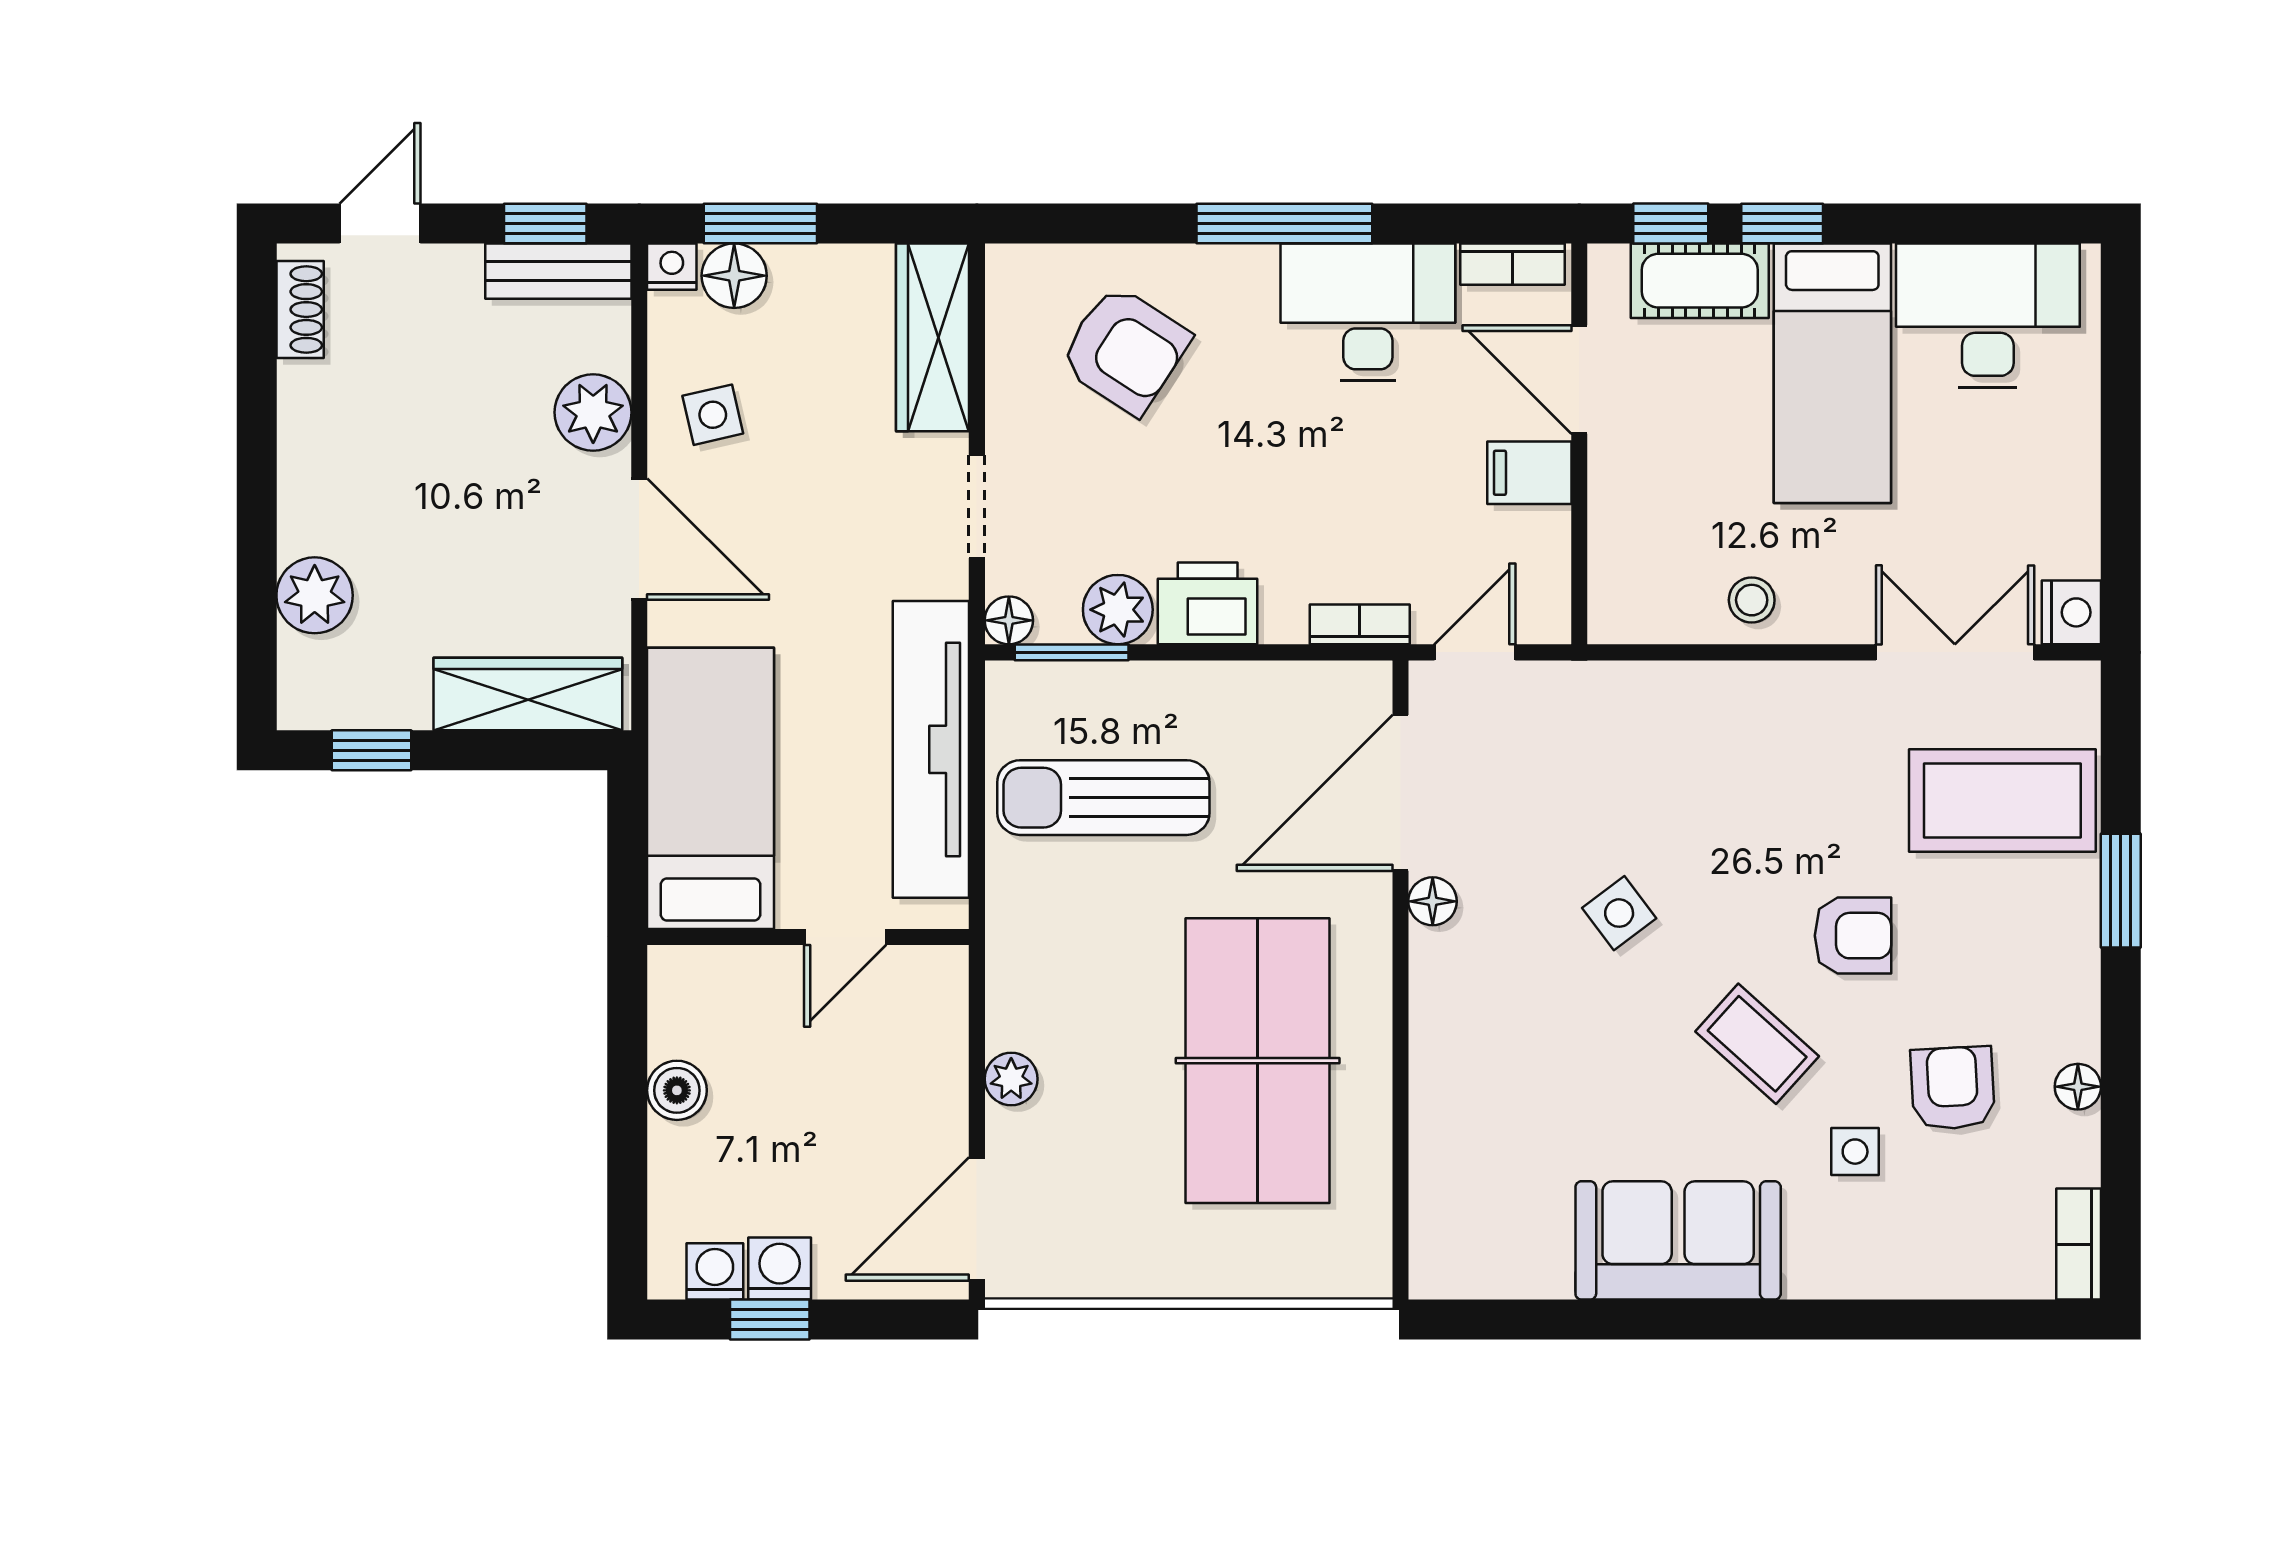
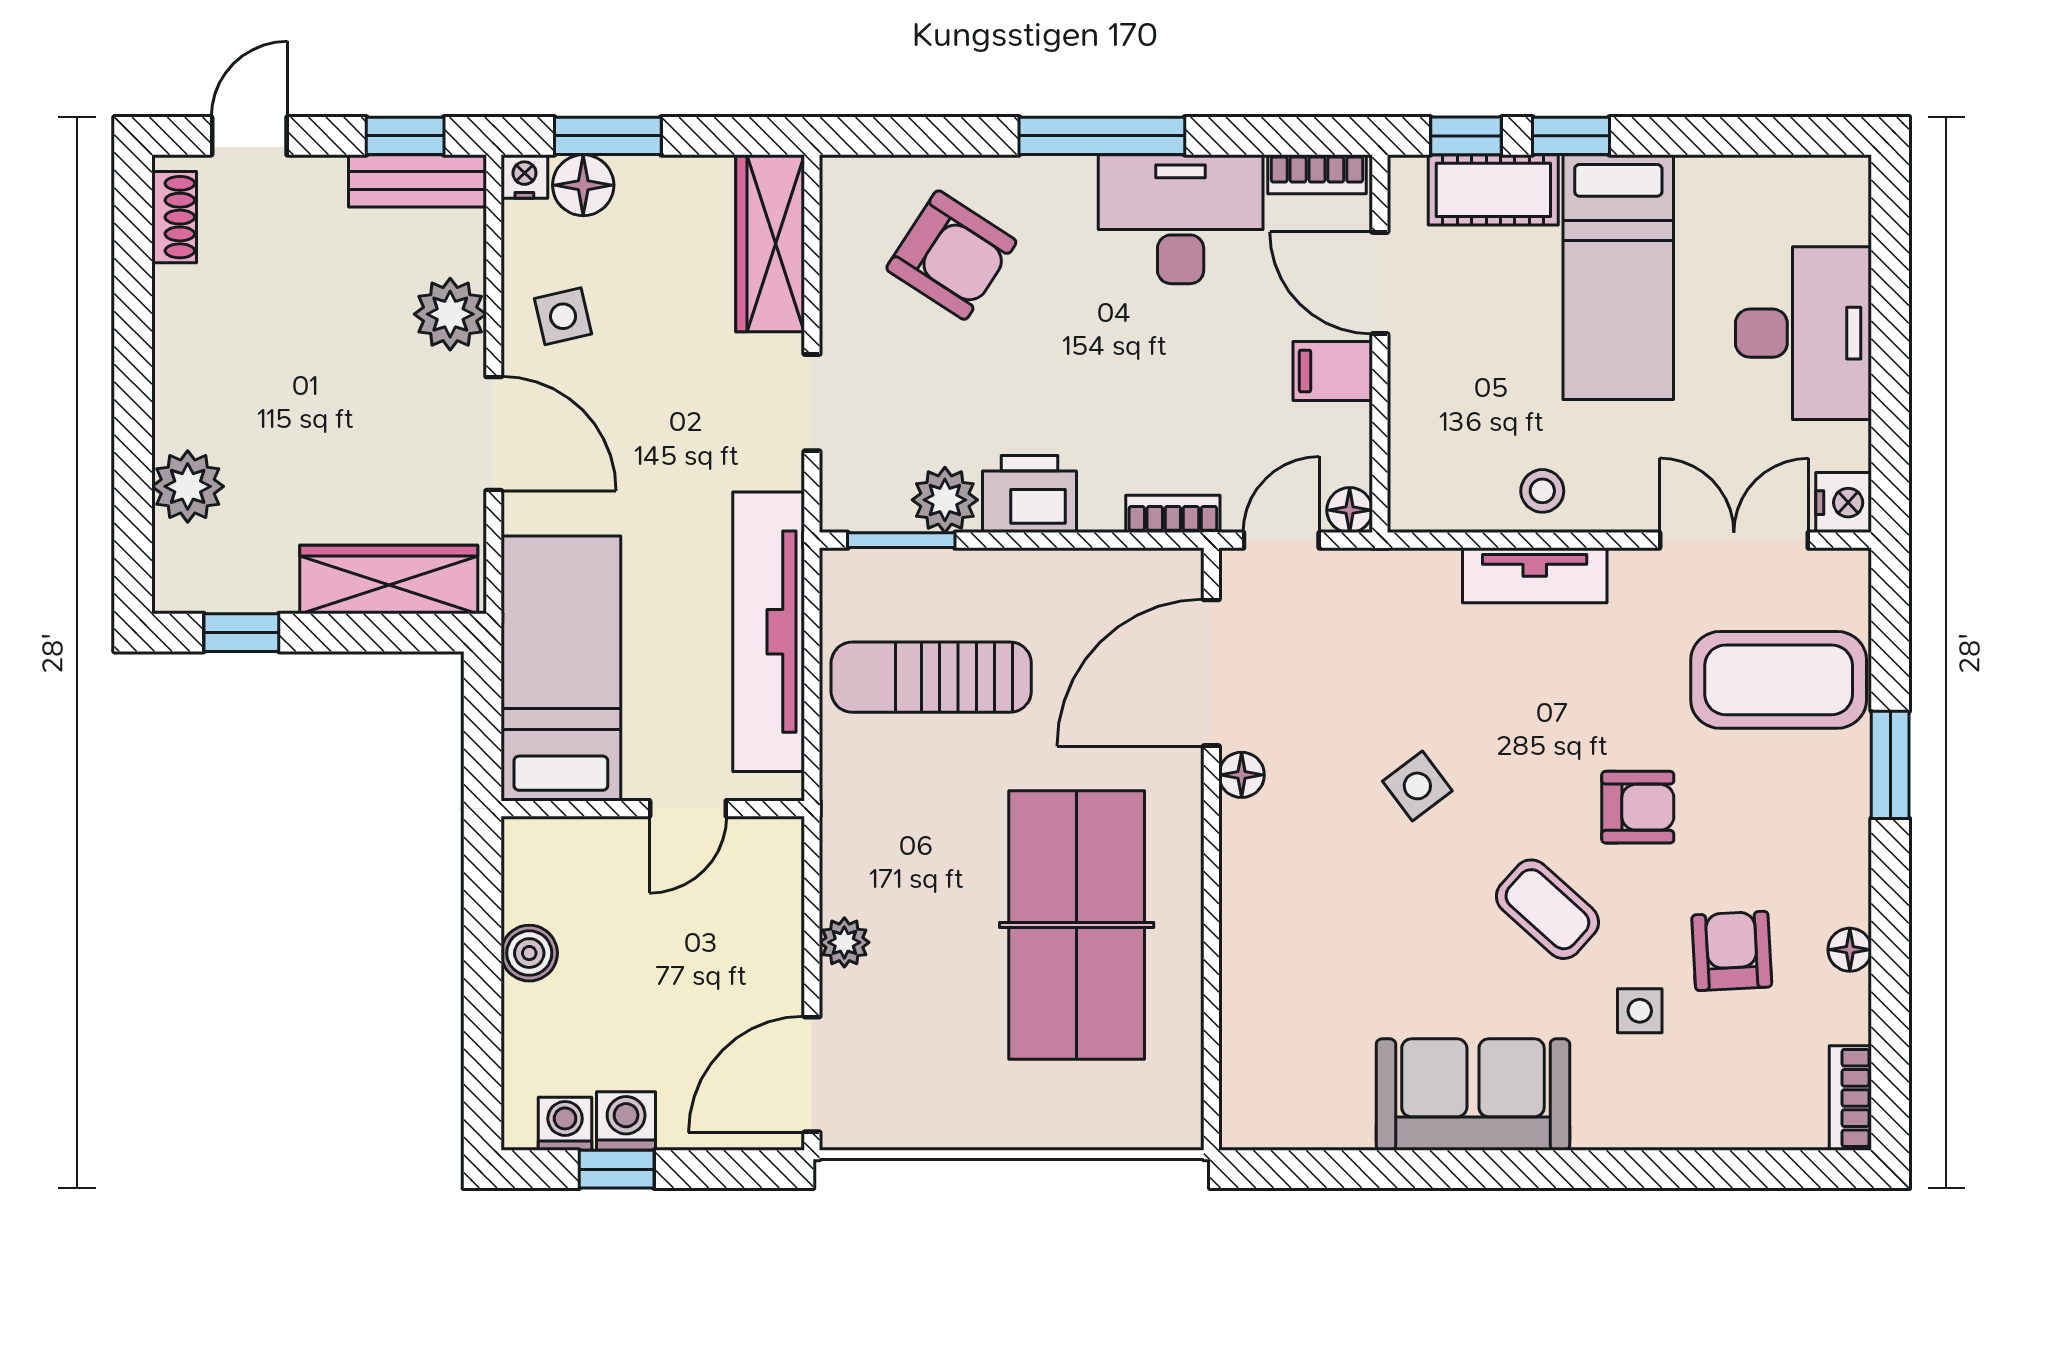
desk: (1988, 315) -> (1803, 333), moved, turned 90
floor lamp: (1009, 620) -> (1350, 510), moved
tv unit: (1744, 690) -> (1535, 575), added

